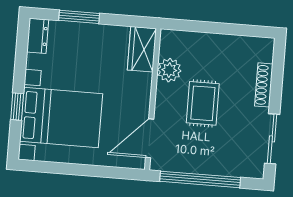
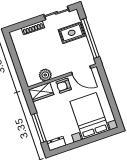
window: (79, 17) -> (39, 128), width x1.44
armchair: (136, 95) -> (64, 86), added
rug: (203, 103) -> (72, 33), moved
window: (17, 107) -> (93, 139), removed

